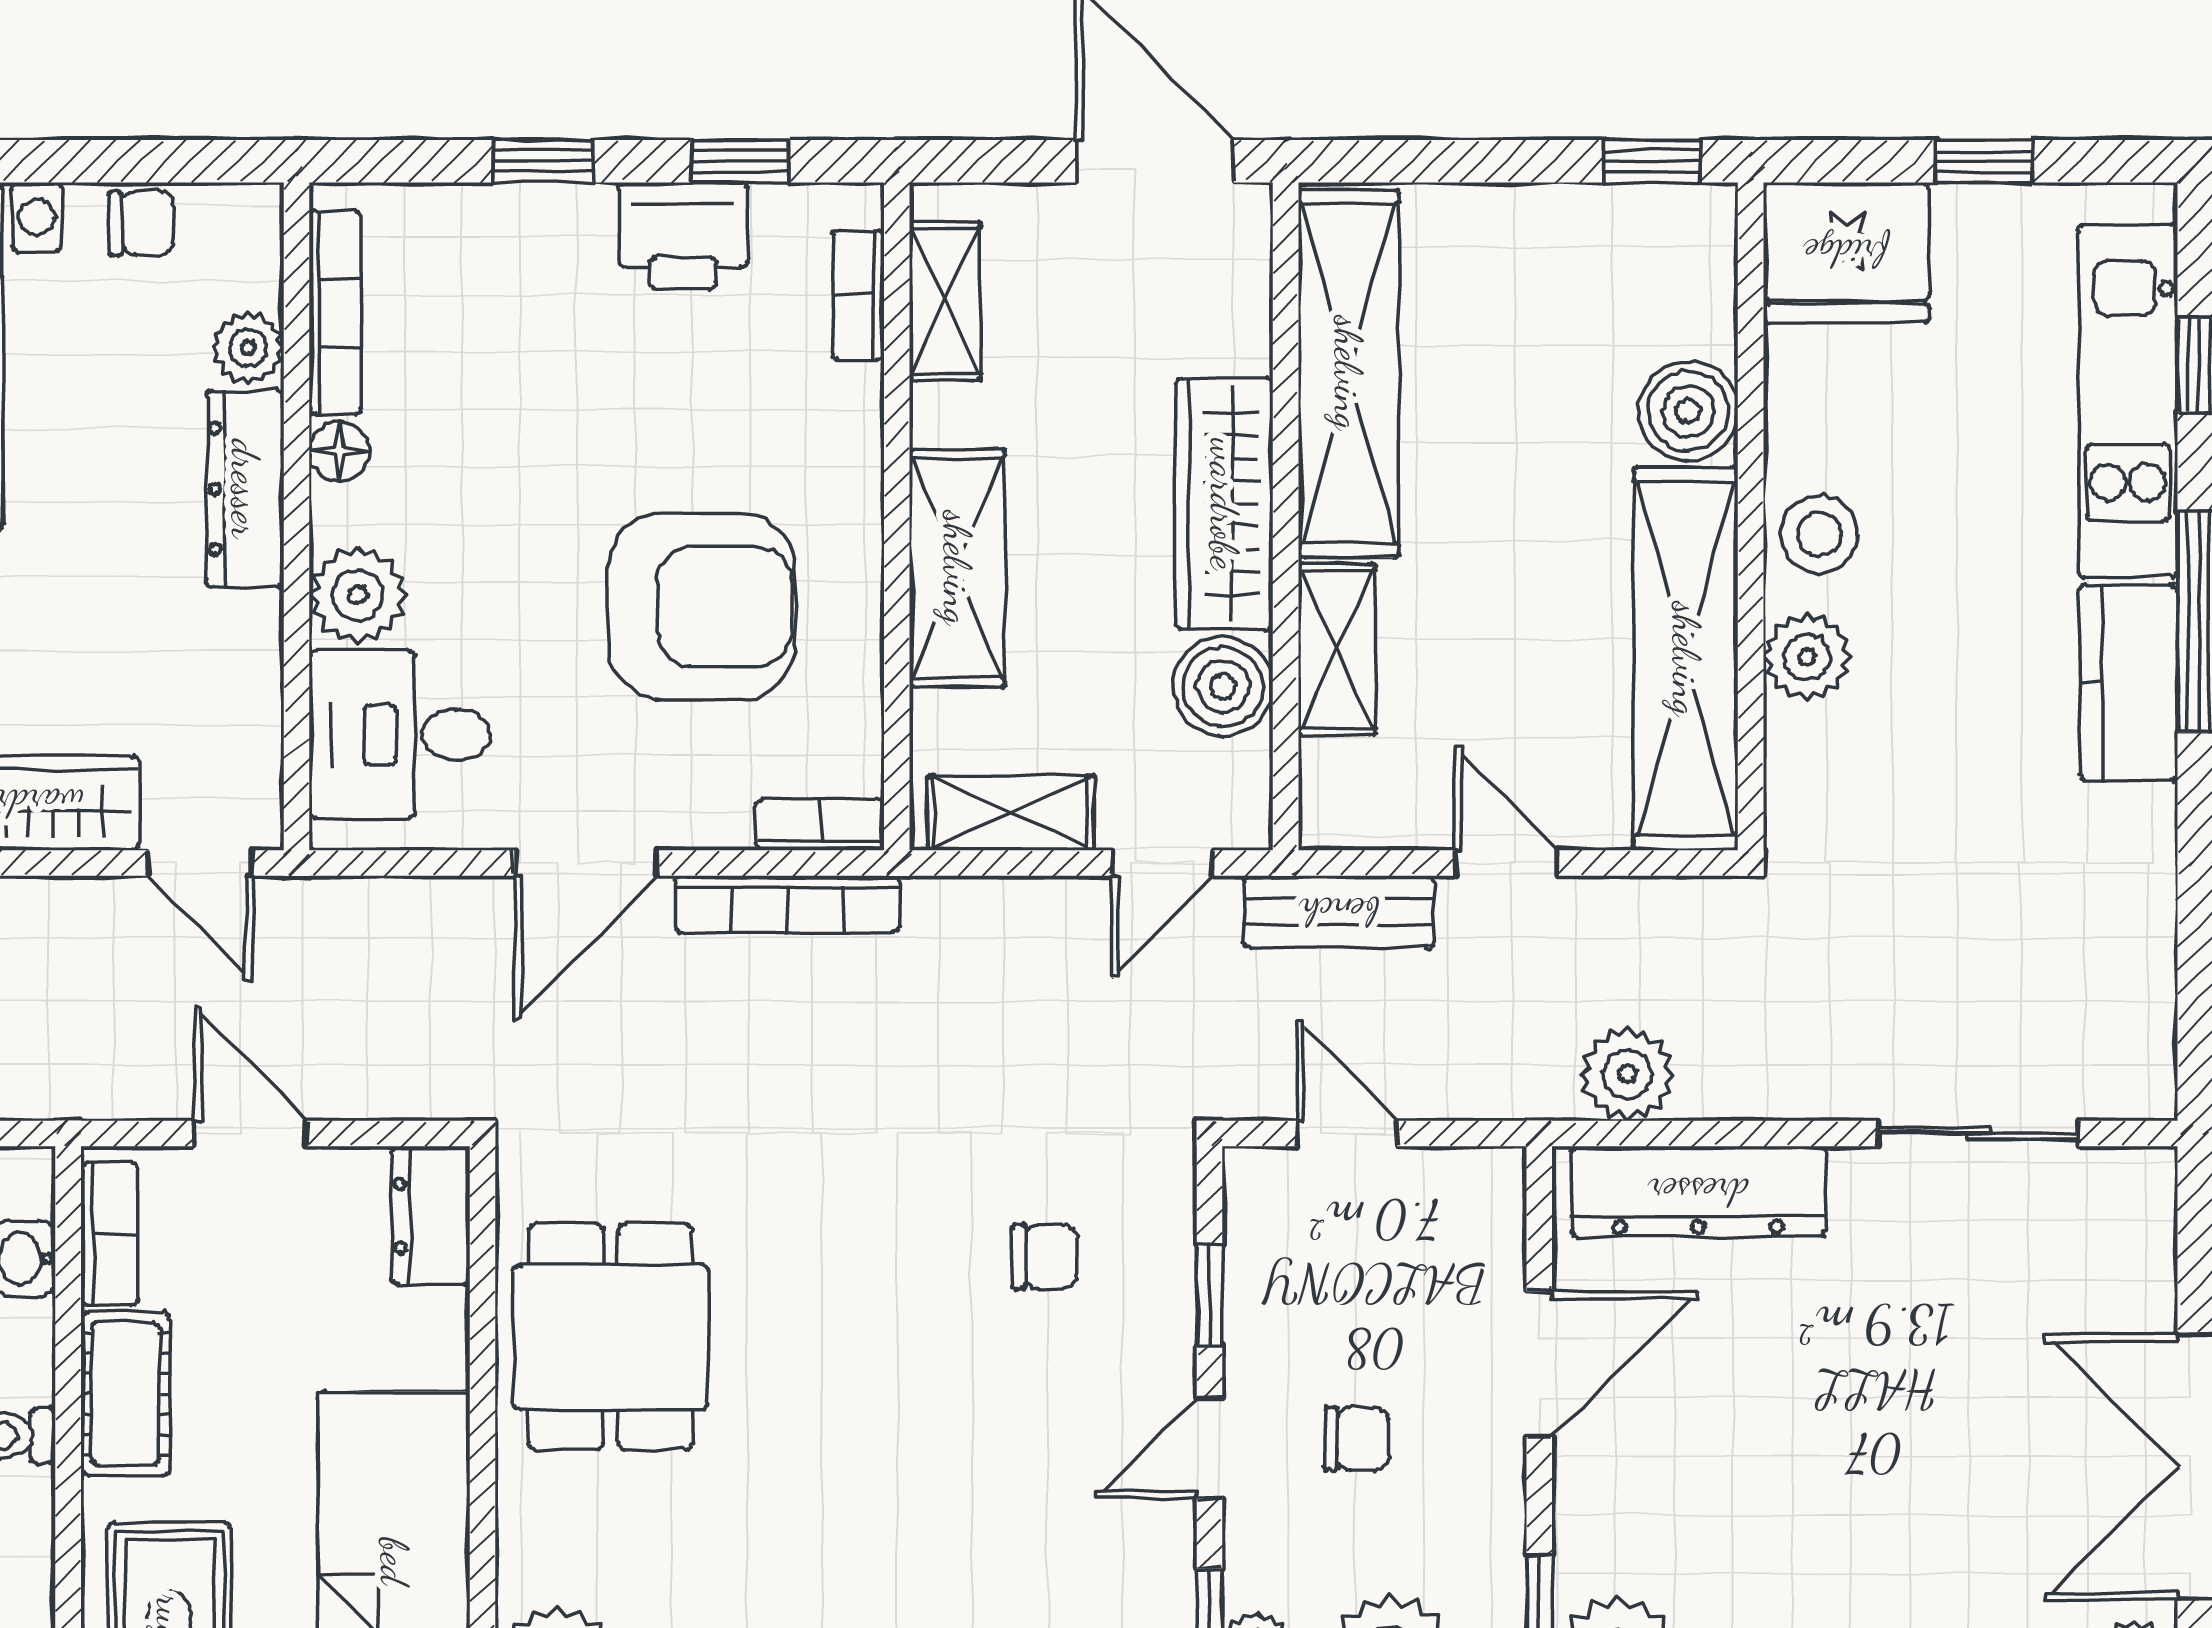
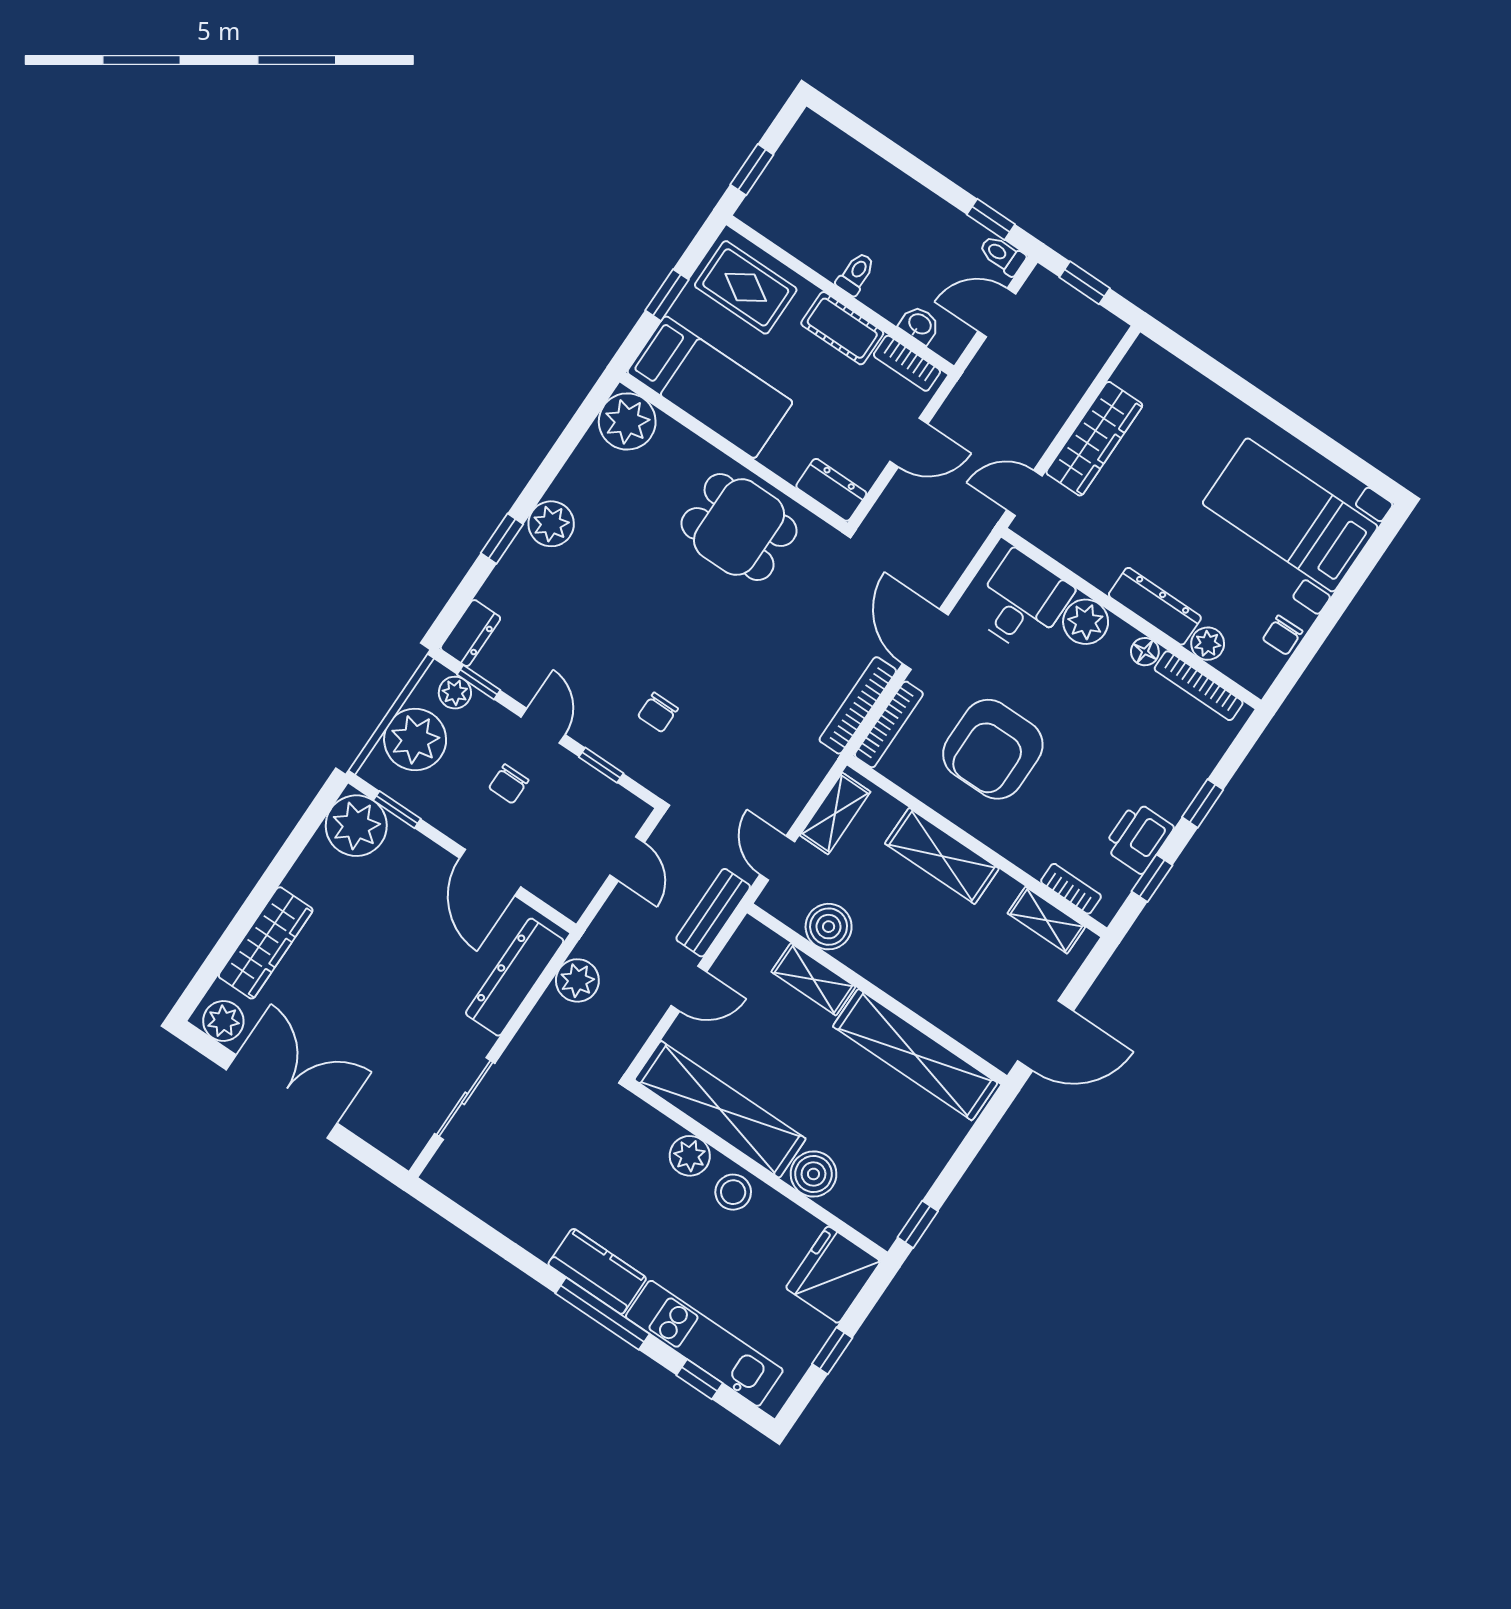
wardrobe: (1224, 504) -> (898, 974), removed
bookcase: (820, 825) -> (889, 724), width x1.56
door: (1347, 1134) -> (627, 859), hinge flipped

